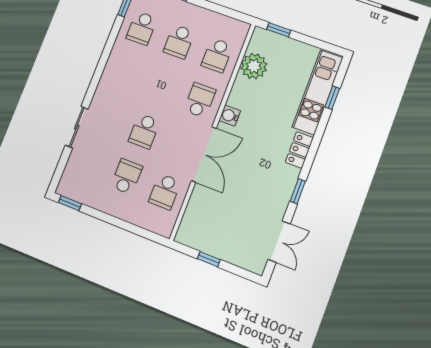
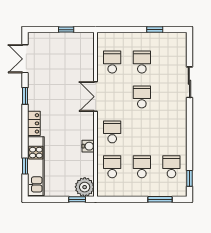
plant: (254, 66) -> (85, 187), moved
school desk: (200, 100) -> (112, 132), turned 180
water cooler: (230, 116) -> (88, 146), moved
double door: (204, 155) -> (96, 97), width x0.73
school desk: (127, 177) -> (142, 62), turned 180
window: (70, 203) -> (155, 30), moved

